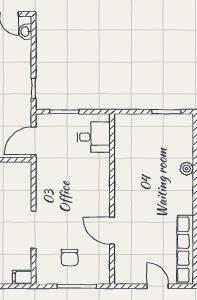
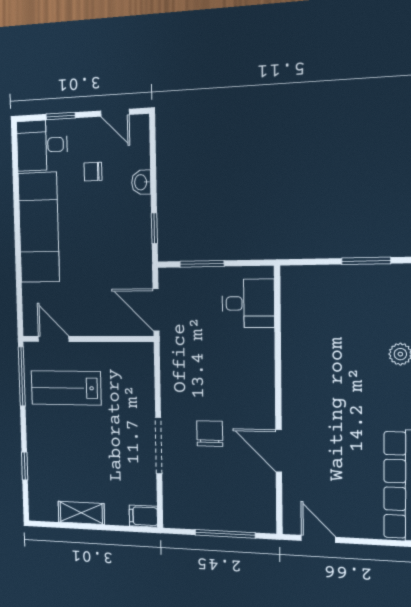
washbasin: (25, 32) -> (141, 182), moved
door: (34, 141) -> (156, 310), hinge flipped
chair: (69, 258) -> (210, 434), moved, turned 180
door: (158, 286) -> (318, 539), moved

